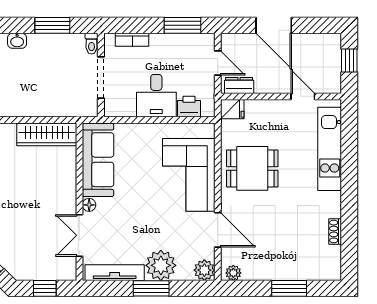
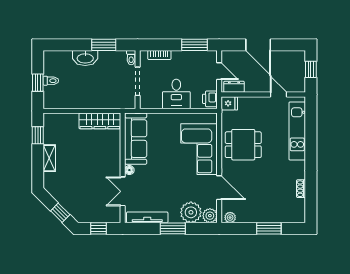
washbasin: (17, 41) -> (85, 58), width x1.91, depth x1.45
printer: (189, 107) -> (210, 99), moved, turned -90
plant: (161, 265) -> (191, 212), moved

